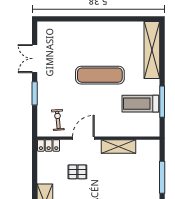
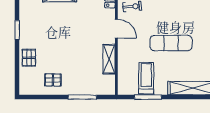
exercise mat: (100, 75) -> (171, 43), turned 90
pallet: (77, 172) -> (87, 23), removed

